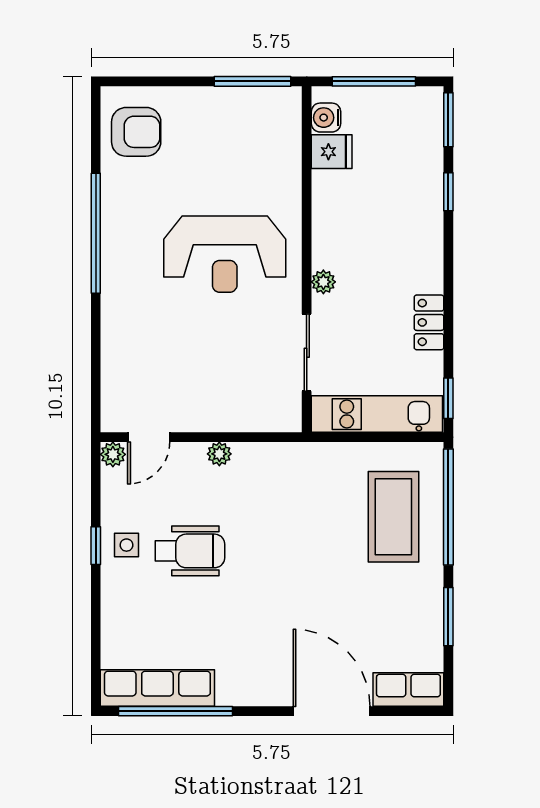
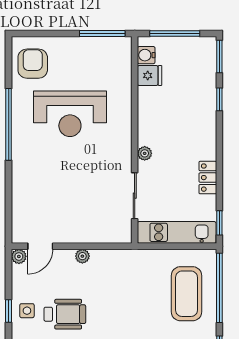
armchair: (136, 132) -> (33, 64), turned -90
reception desk: (225, 254) -> (70, 114), moved

